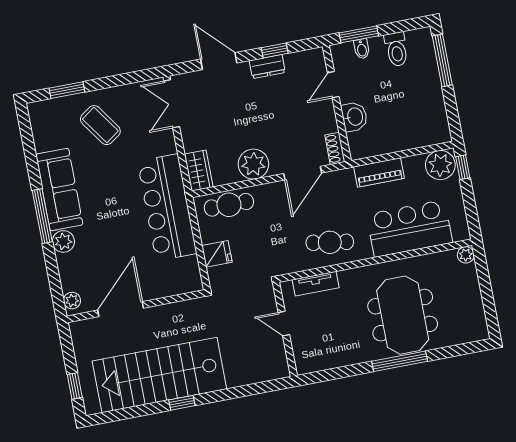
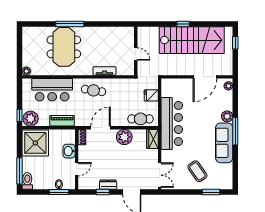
toilet: (396, 49) -> (27, 181), moved
shower: (422, 120) -> (35, 143), added
door: (284, 324) -> (136, 54), moved
wall: (285, 329) -> (136, 51), moved

